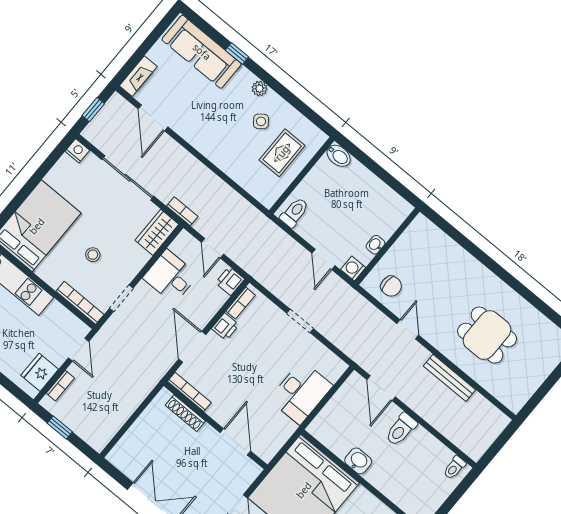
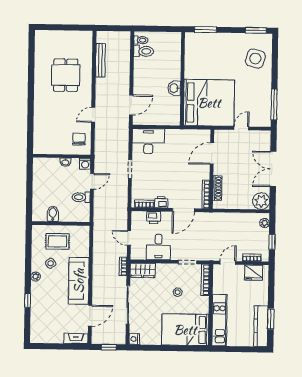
sofa: (202, 52) -> (79, 281), moved, turned 180
bidet: (339, 156) -> (53, 214), moved
toilet: (294, 212) -> (81, 197), moved
door: (213, 248) -> (129, 238), swing flipped
printer: (230, 281) -> (154, 217), moved
bench: (449, 378) -> (100, 60), moved
desk: (301, 392) -> (148, 141), moved
toilet: (401, 429) -> (144, 51), moved
plant: (92, 438) -> (265, 223), added
plant: (123, 456) -> (261, 201), added

